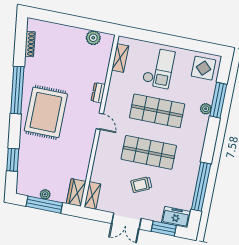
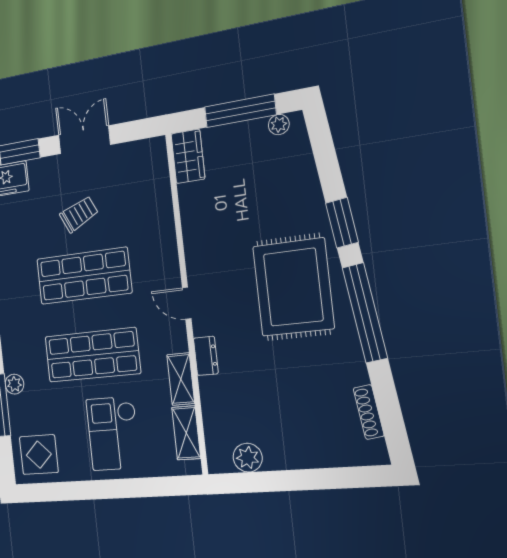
window: (13, 160) -> (342, 223), moved
plant: (45, 194) -> (279, 125), moved
shelving: (92, 196) -> (181, 379), moved

